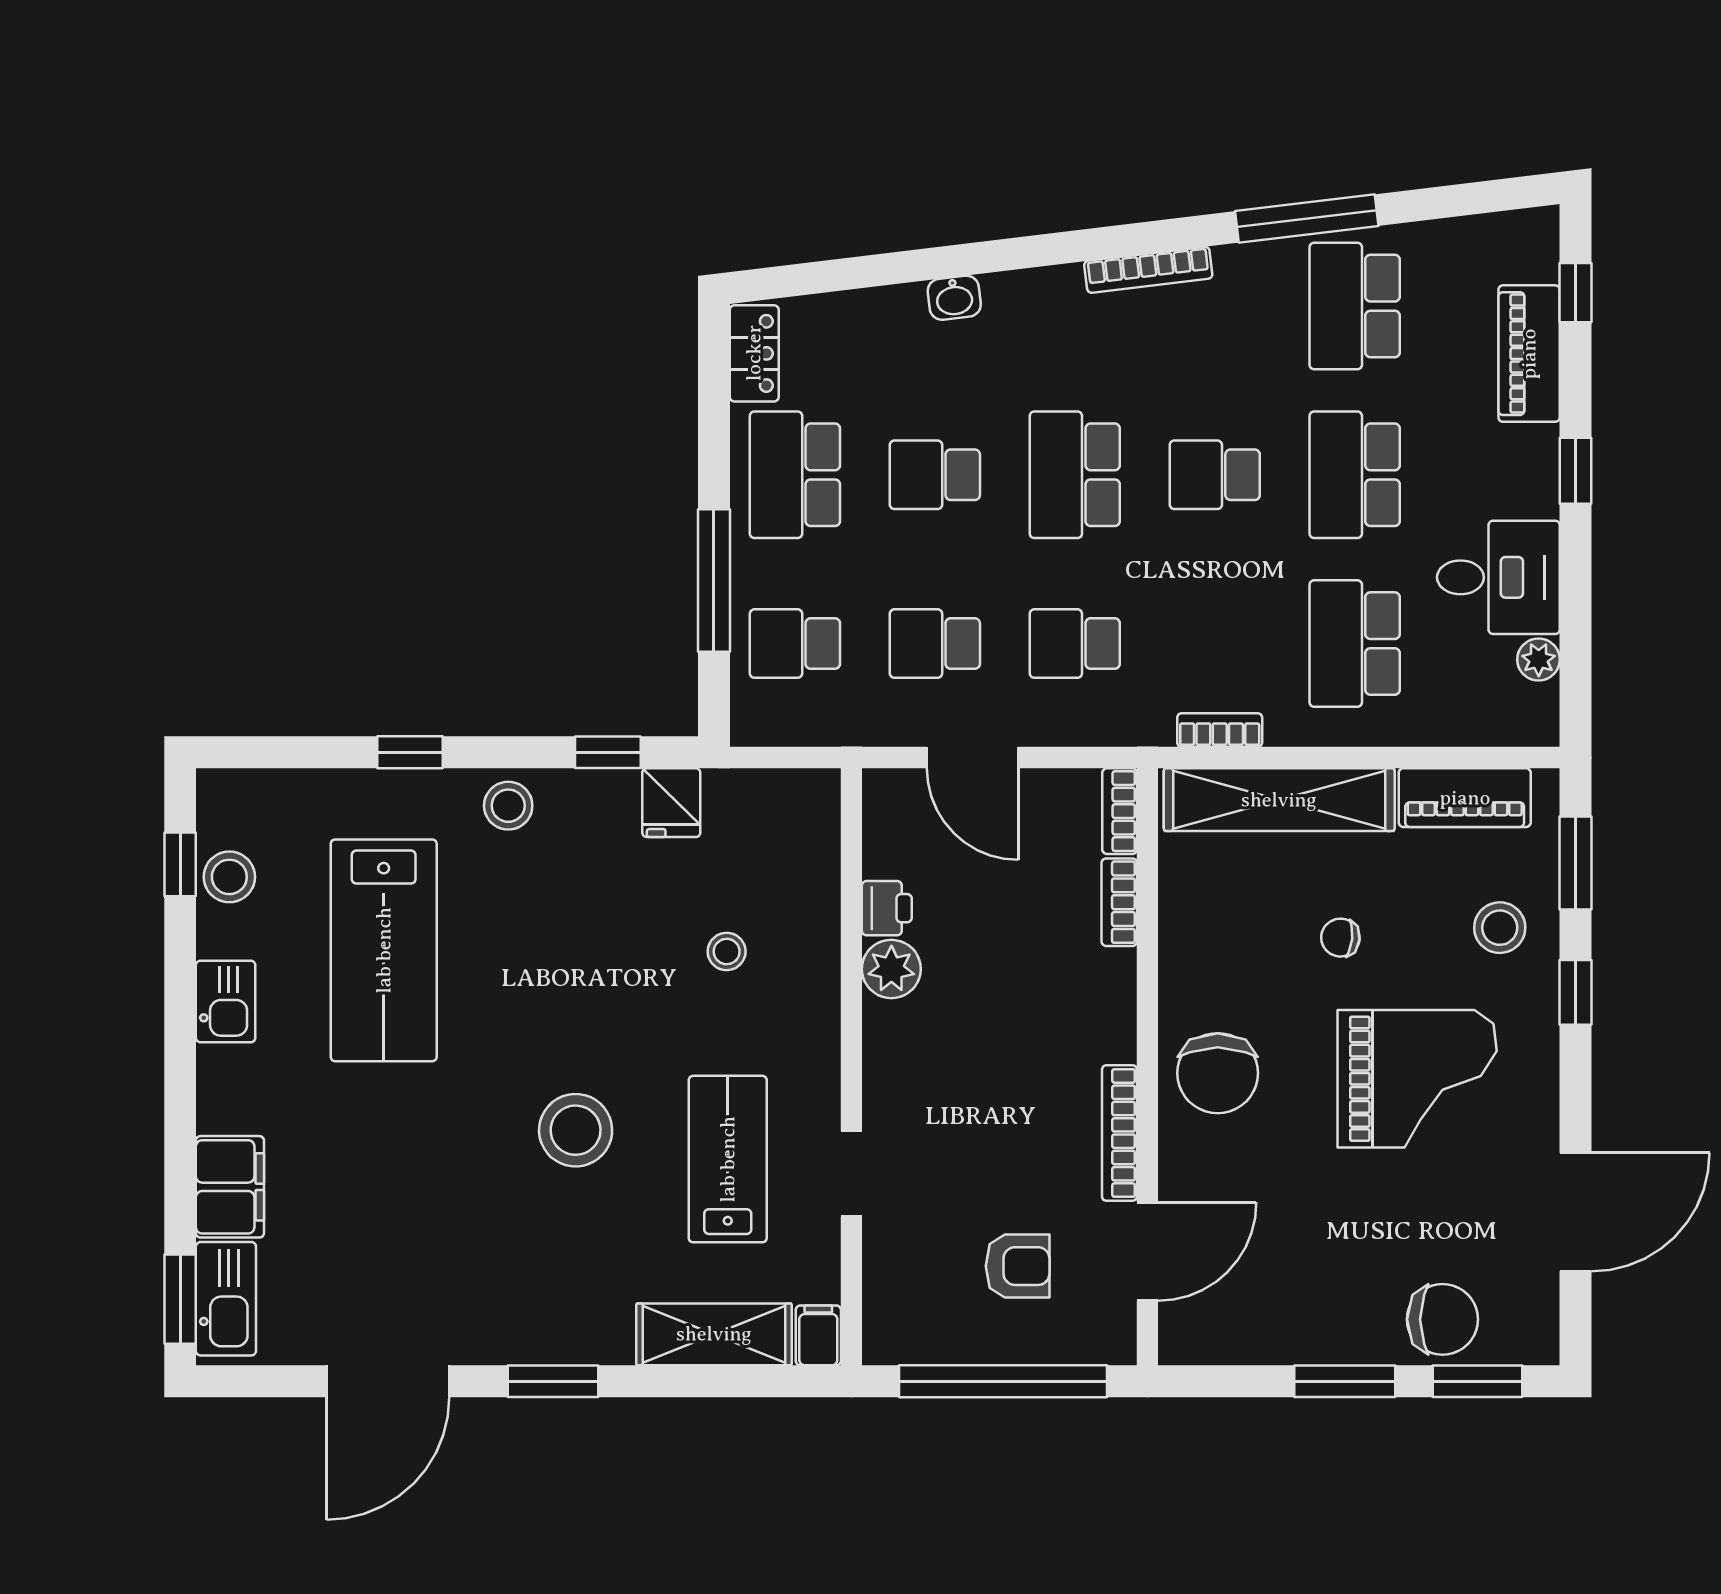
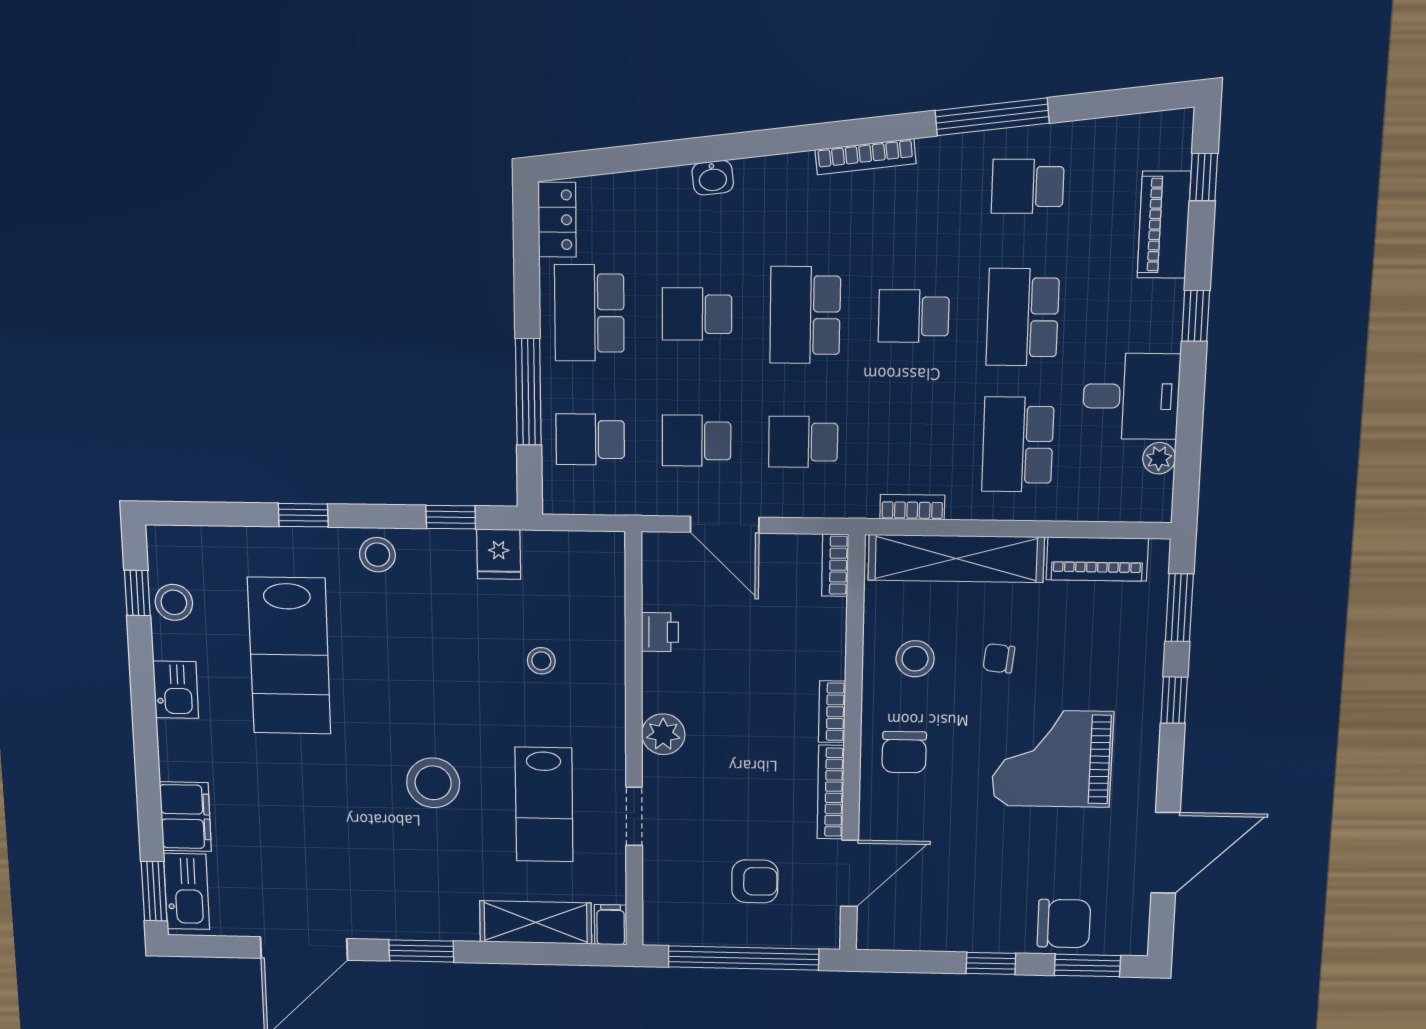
school desk: (1355, 306) -> (1028, 186), width x0.54
bookcase: (1119, 902) -> (832, 712), moved
stool: (1500, 928) -> (915, 659), moved
plant: (891, 969) -> (663, 734), moved
chair: (1218, 1073) -> (904, 752), width x0.73, depth x0.73
grand piano: (1417, 1079) -> (1052, 759), turned 180
lab bench: (728, 1159) -> (544, 805), turned 180
window: (1345, 1381) -> (991, 963), width x0.67

